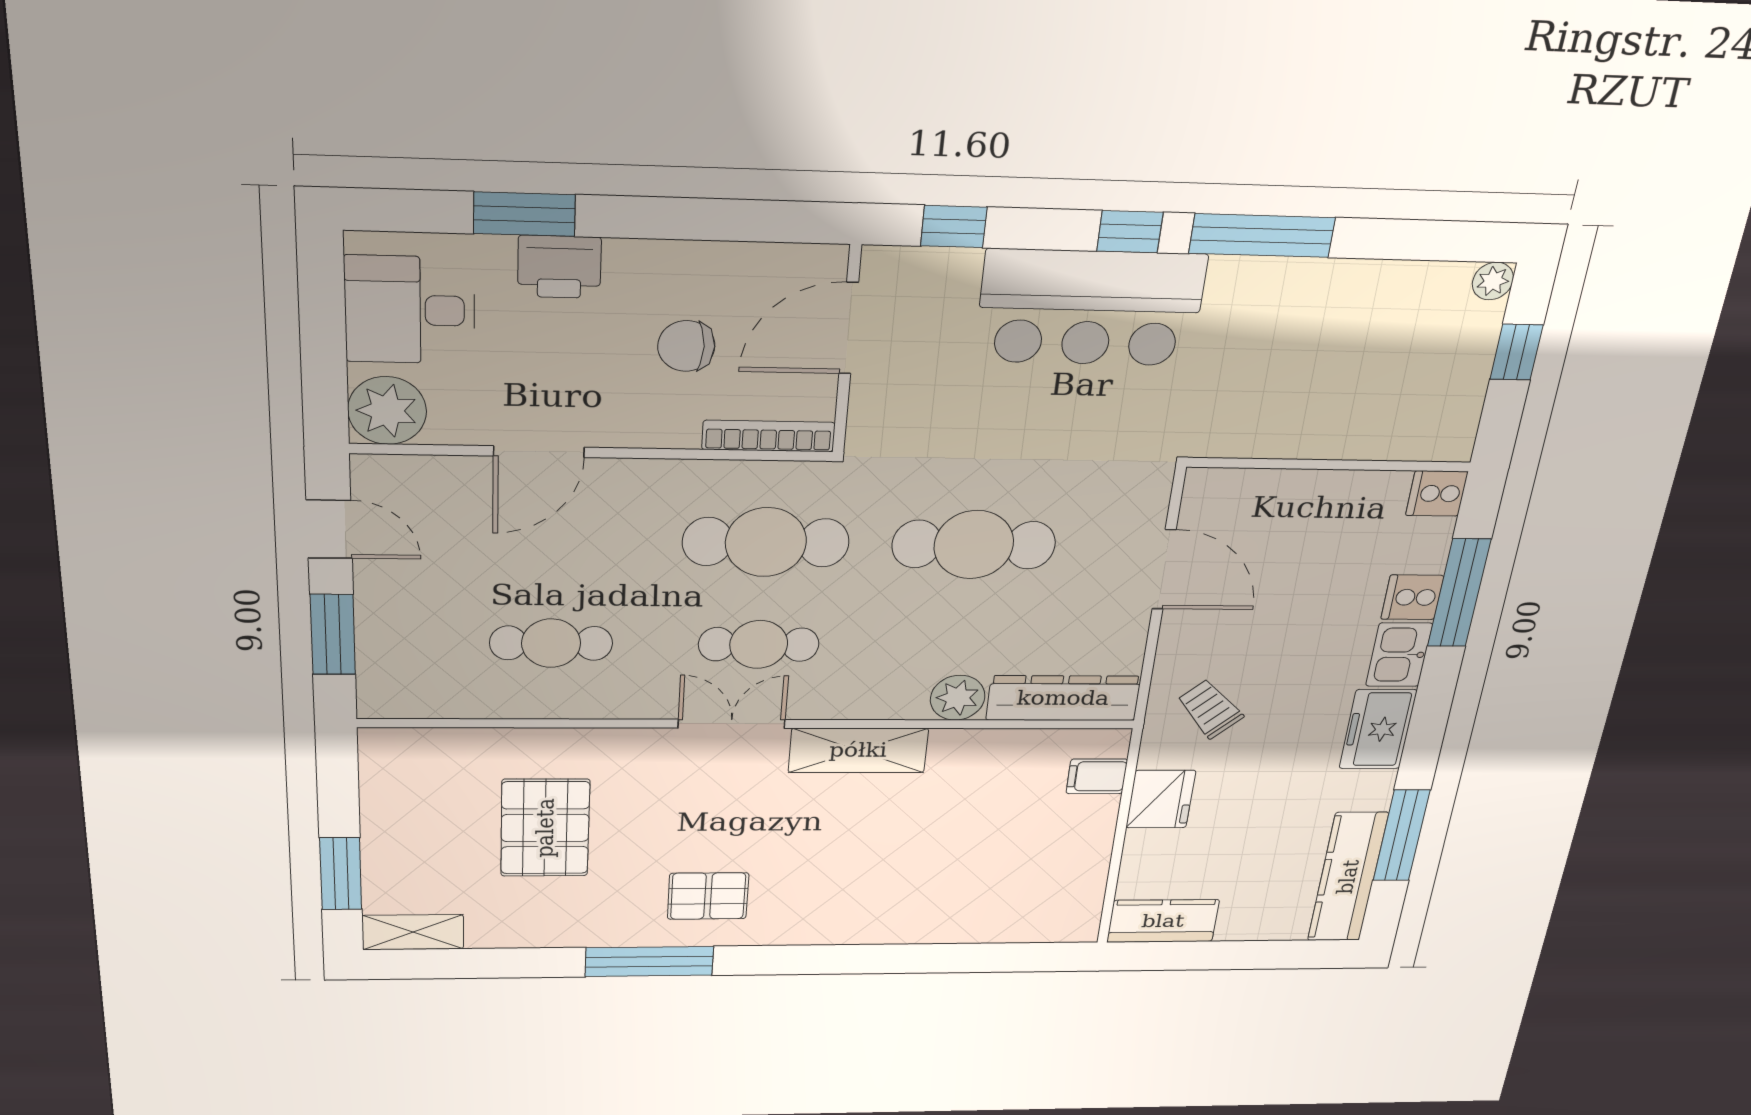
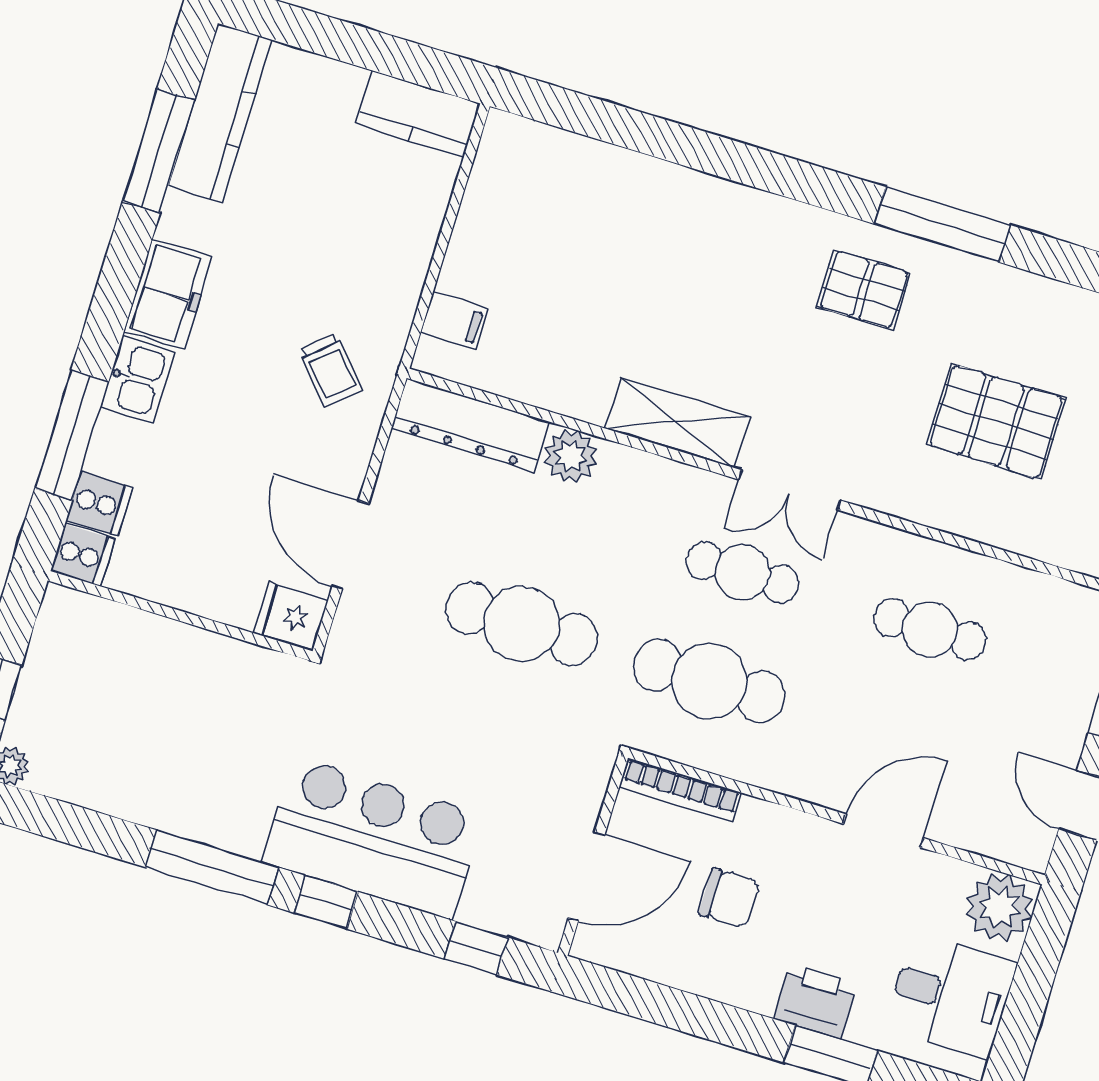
cooker: (1412, 597) -> (99, 503), moved
fridge: (1161, 799) -> (291, 616), moved, width x0.72
pallet: (545, 828) -> (996, 421), turned 90

